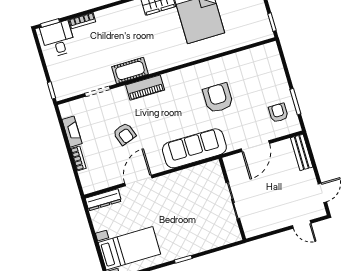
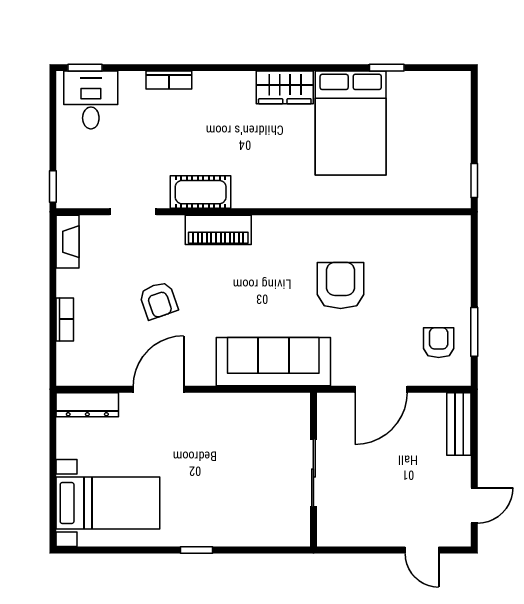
bookcase: (82, 21) -> (169, 80), moved
fireplace: (72, 132) -> (68, 242), moved

